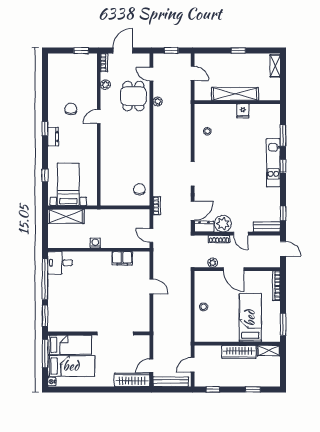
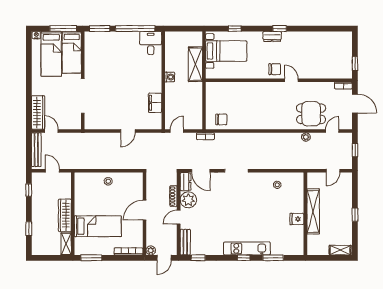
plant: (105, 85) -> (322, 87), removed
chair: (71, 109) -> (275, 69), moved
shelving: (66, 216) -> (195, 64), moved
plant: (213, 263) -> (151, 250), moved

